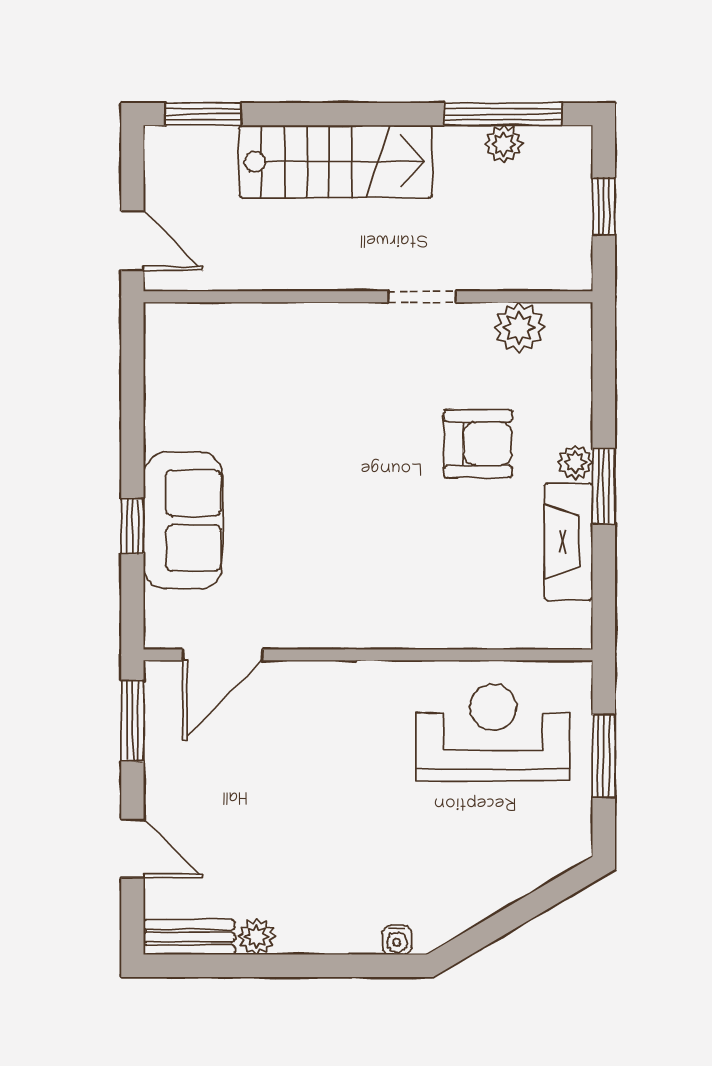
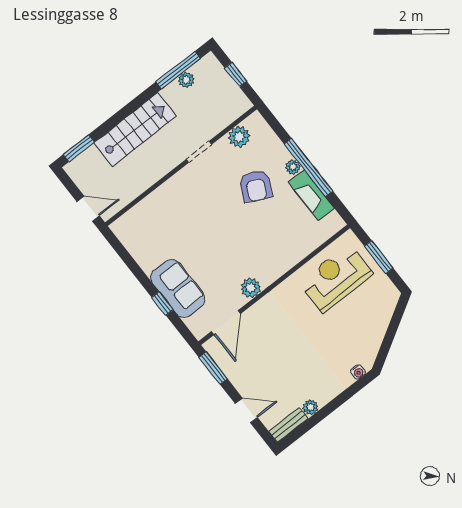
armchair: (478, 444) -> (256, 186), turned 116
window: (604, 486) -> (309, 167), width x2.11
plant: (320, 626) -> (251, 288), added

